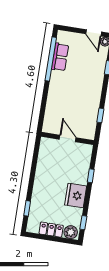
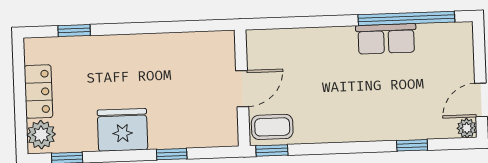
row of seats: (60, 57) -> (386, 39), moved
window: (100, 115) -> (272, 150), moved
coffee table: (87, 128) -> (272, 127), added

